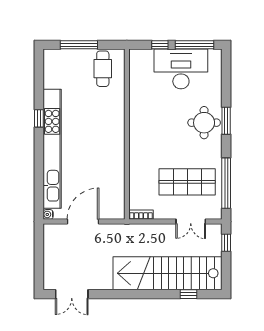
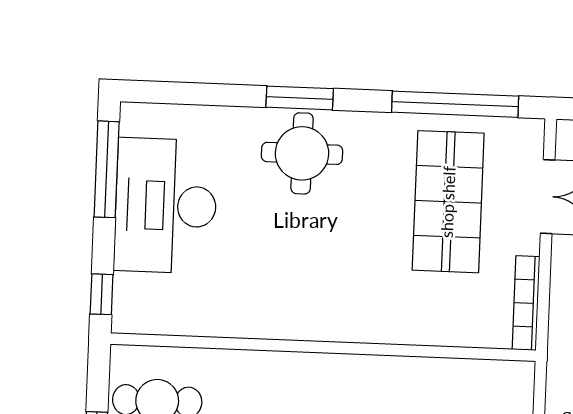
window: (160, 45) -> (102, 294), moved
bookcase: (141, 215) -> (526, 303), width x1.56

